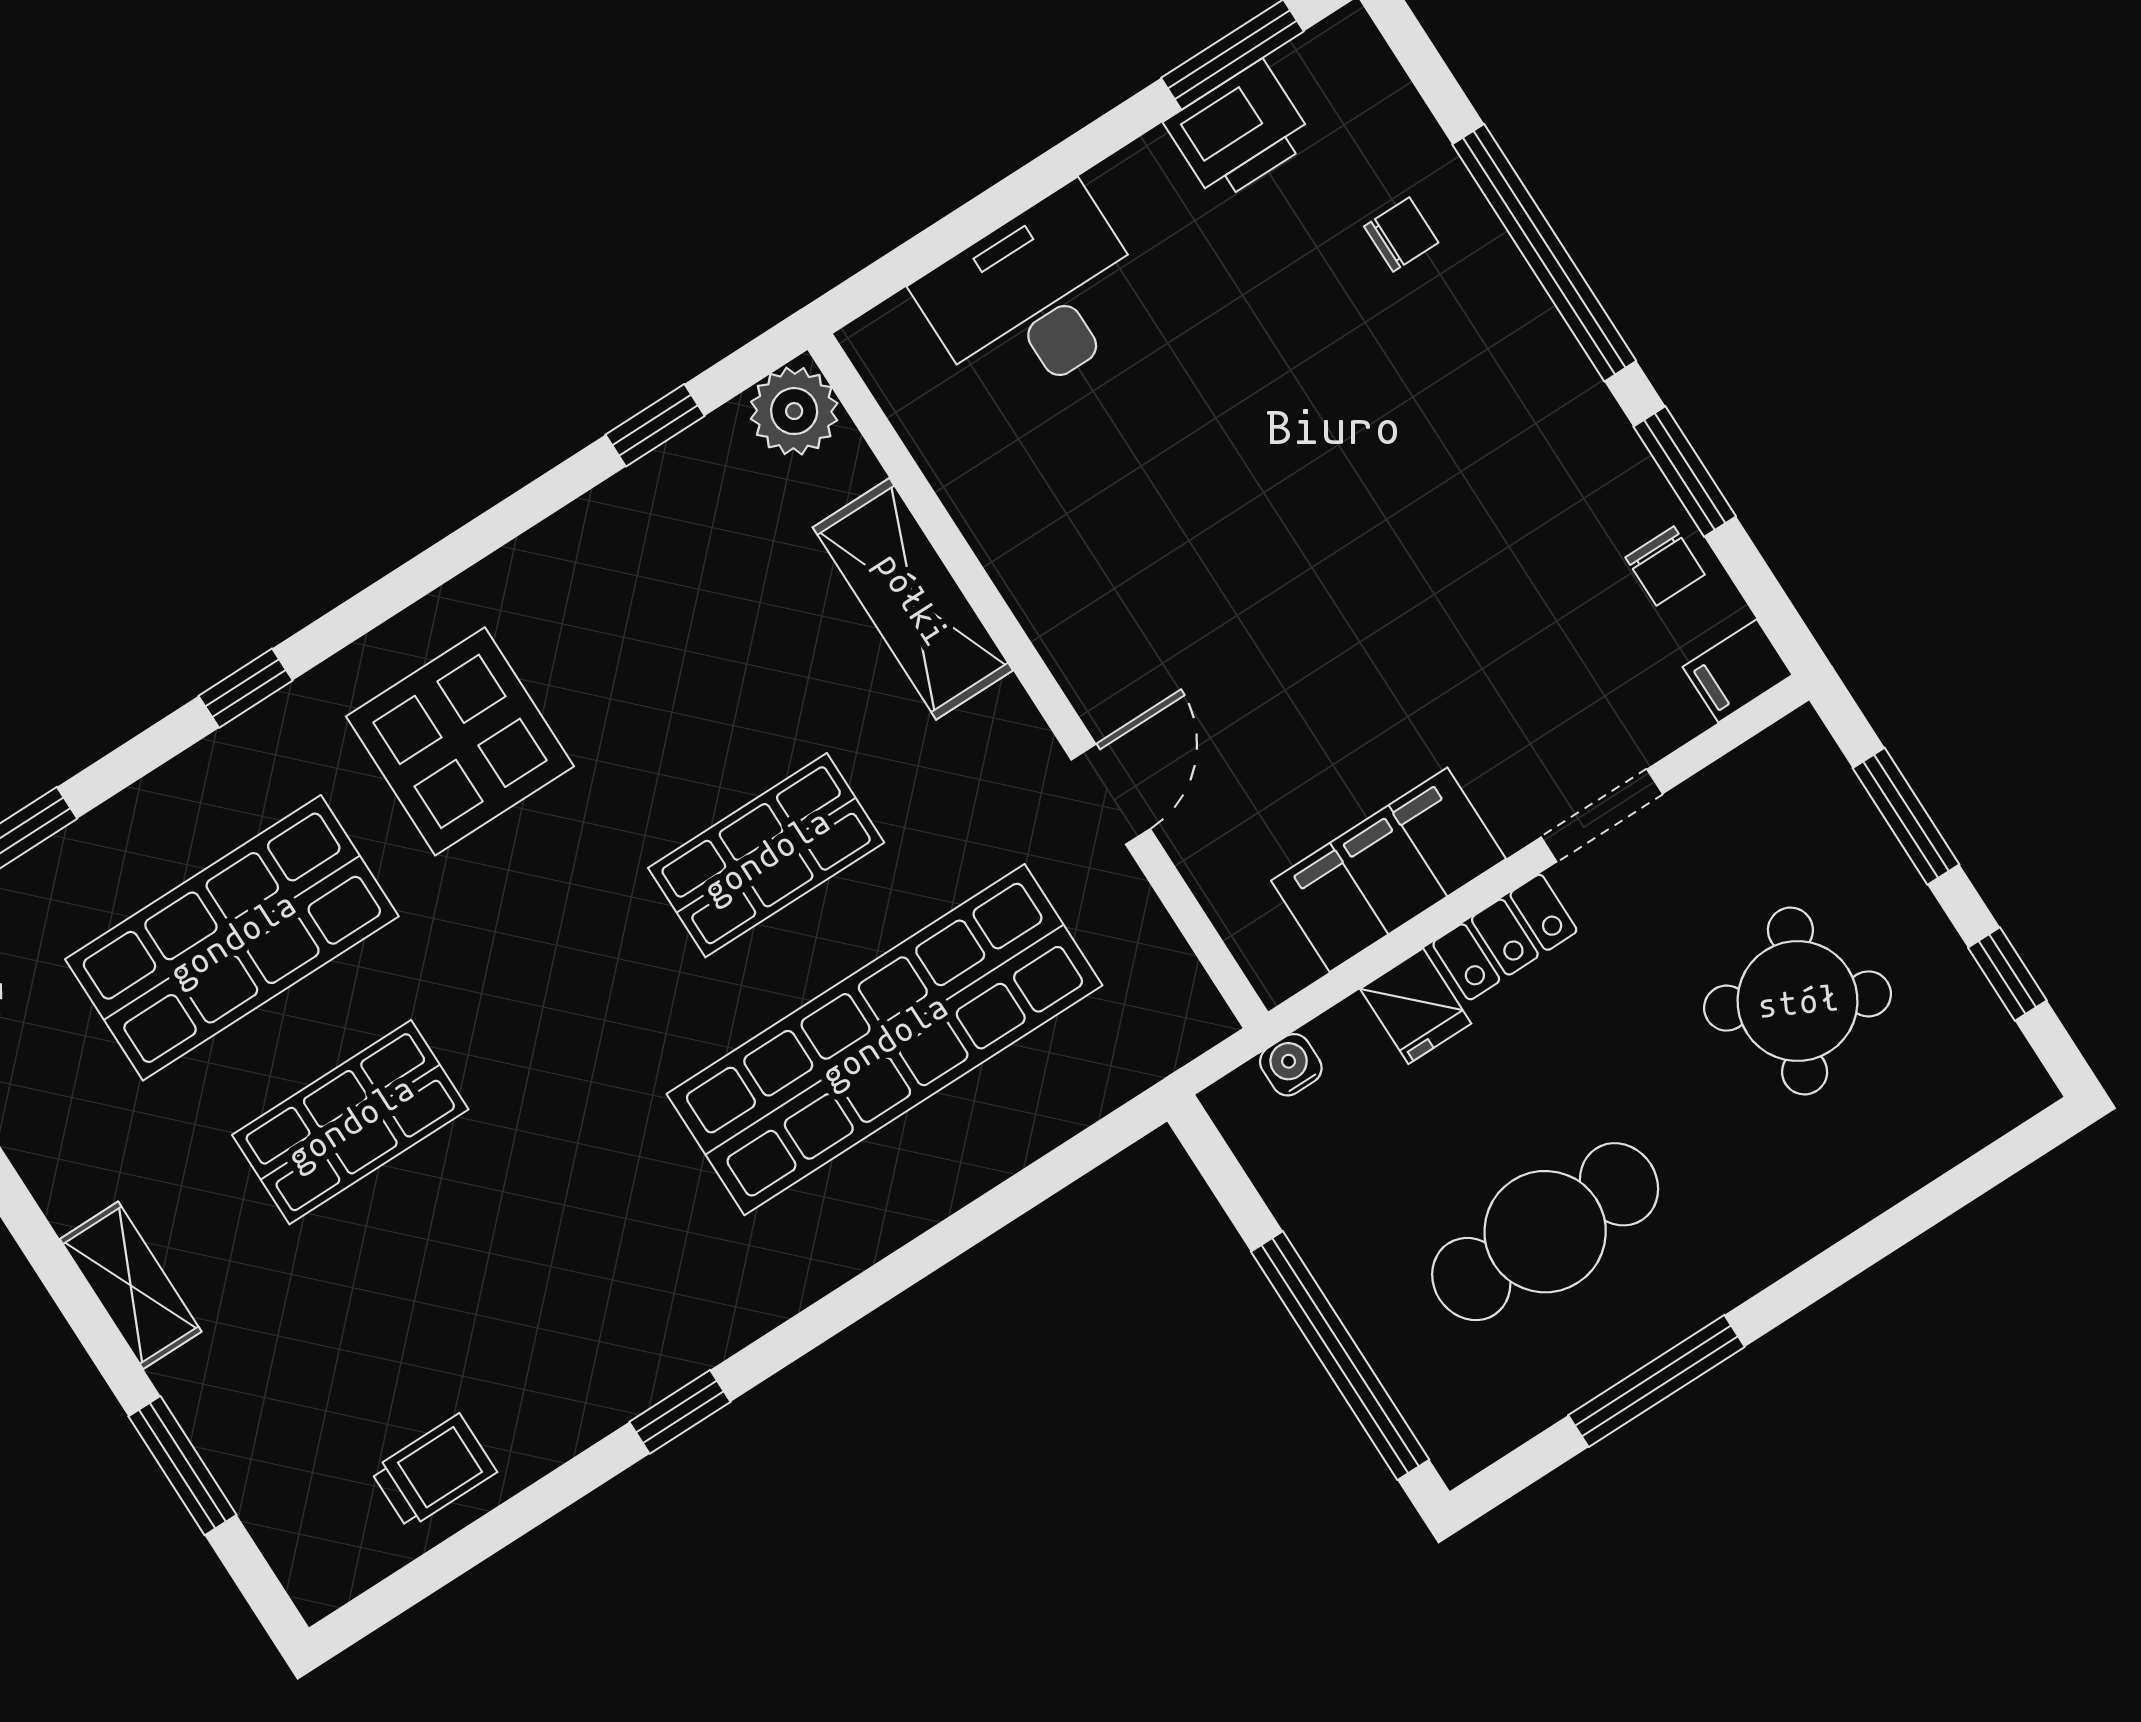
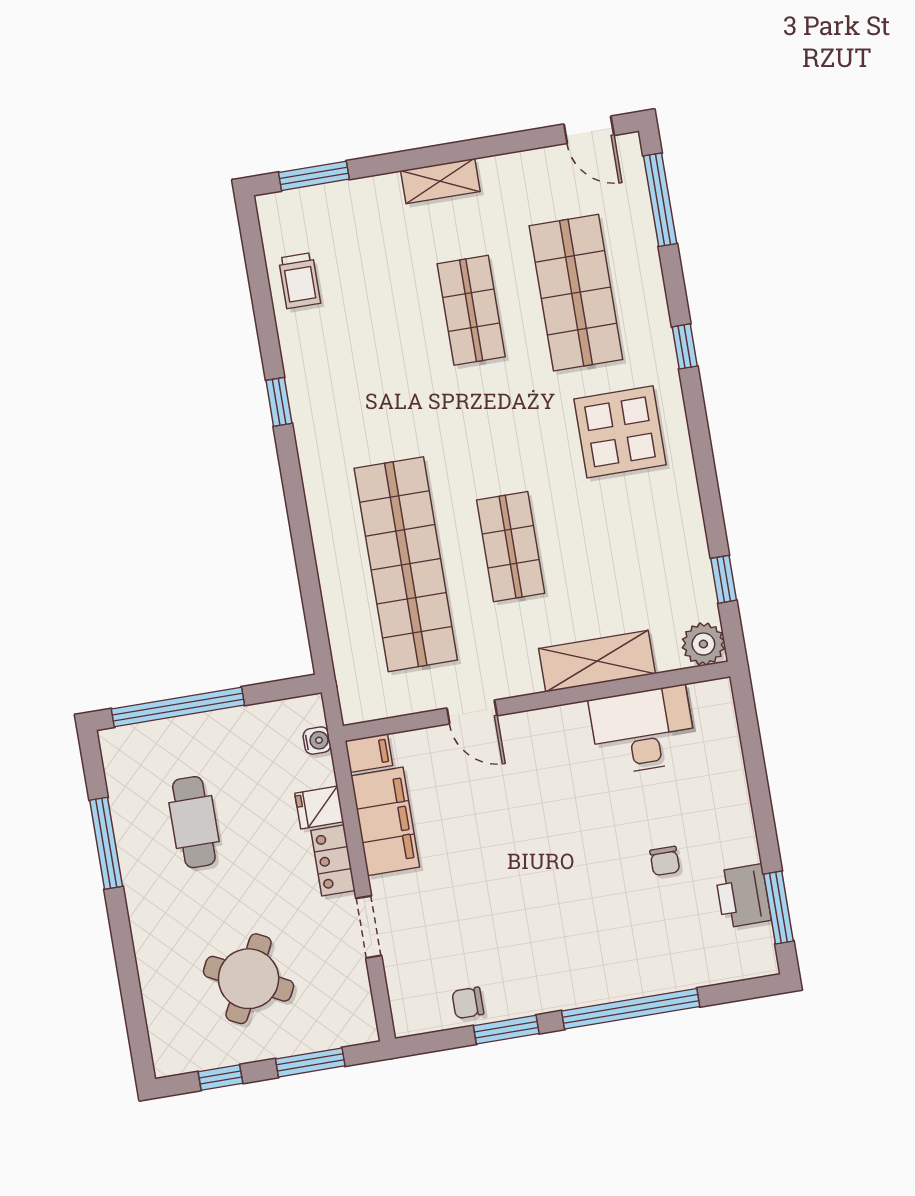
chair: (1401, 234) -> (665, 861), moved
desk: (1035, 299) -> (643, 730), moved, turned -90
filing cabinet: (1738, 671) -> (369, 753), moved, turned 90
cafe table: (1545, 1232) -> (194, 822), width x0.73, depth x0.74
window: (182, 1466) -> (314, 176), moved

